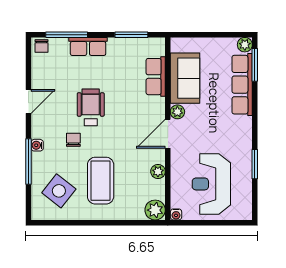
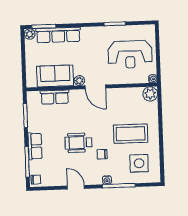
plant: (158, 171) -> (123, 93), removed
side table: (59, 191) -> (139, 163), turned -38

